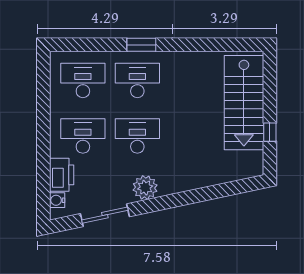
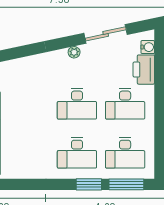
window: (81, 45) -> (126, 184), added
window: (141, 45) -> (89, 184), moved
plant: (145, 188) -> (74, 52), width x0.53, depth x0.53

